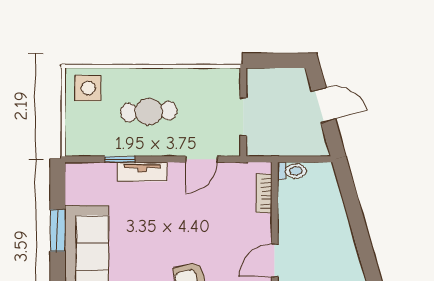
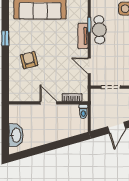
cafe table: (149, 112) -> (99, 30), moved
door: (275, 261) -> (48, 103), moved

